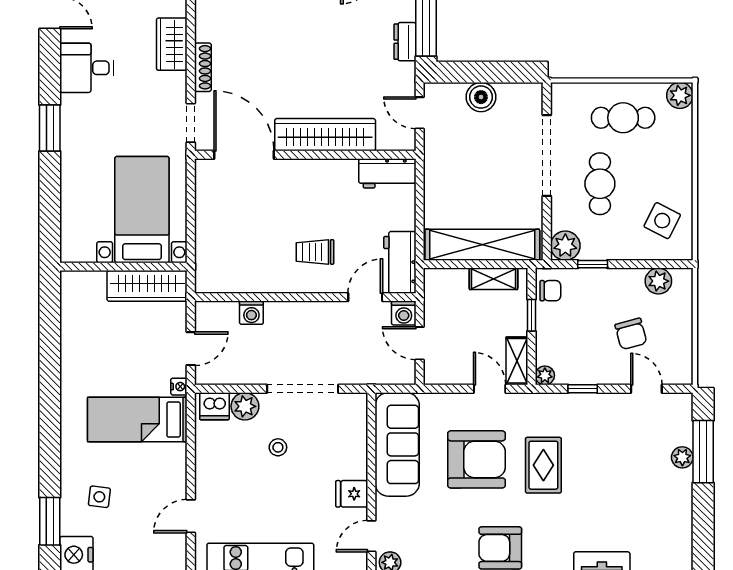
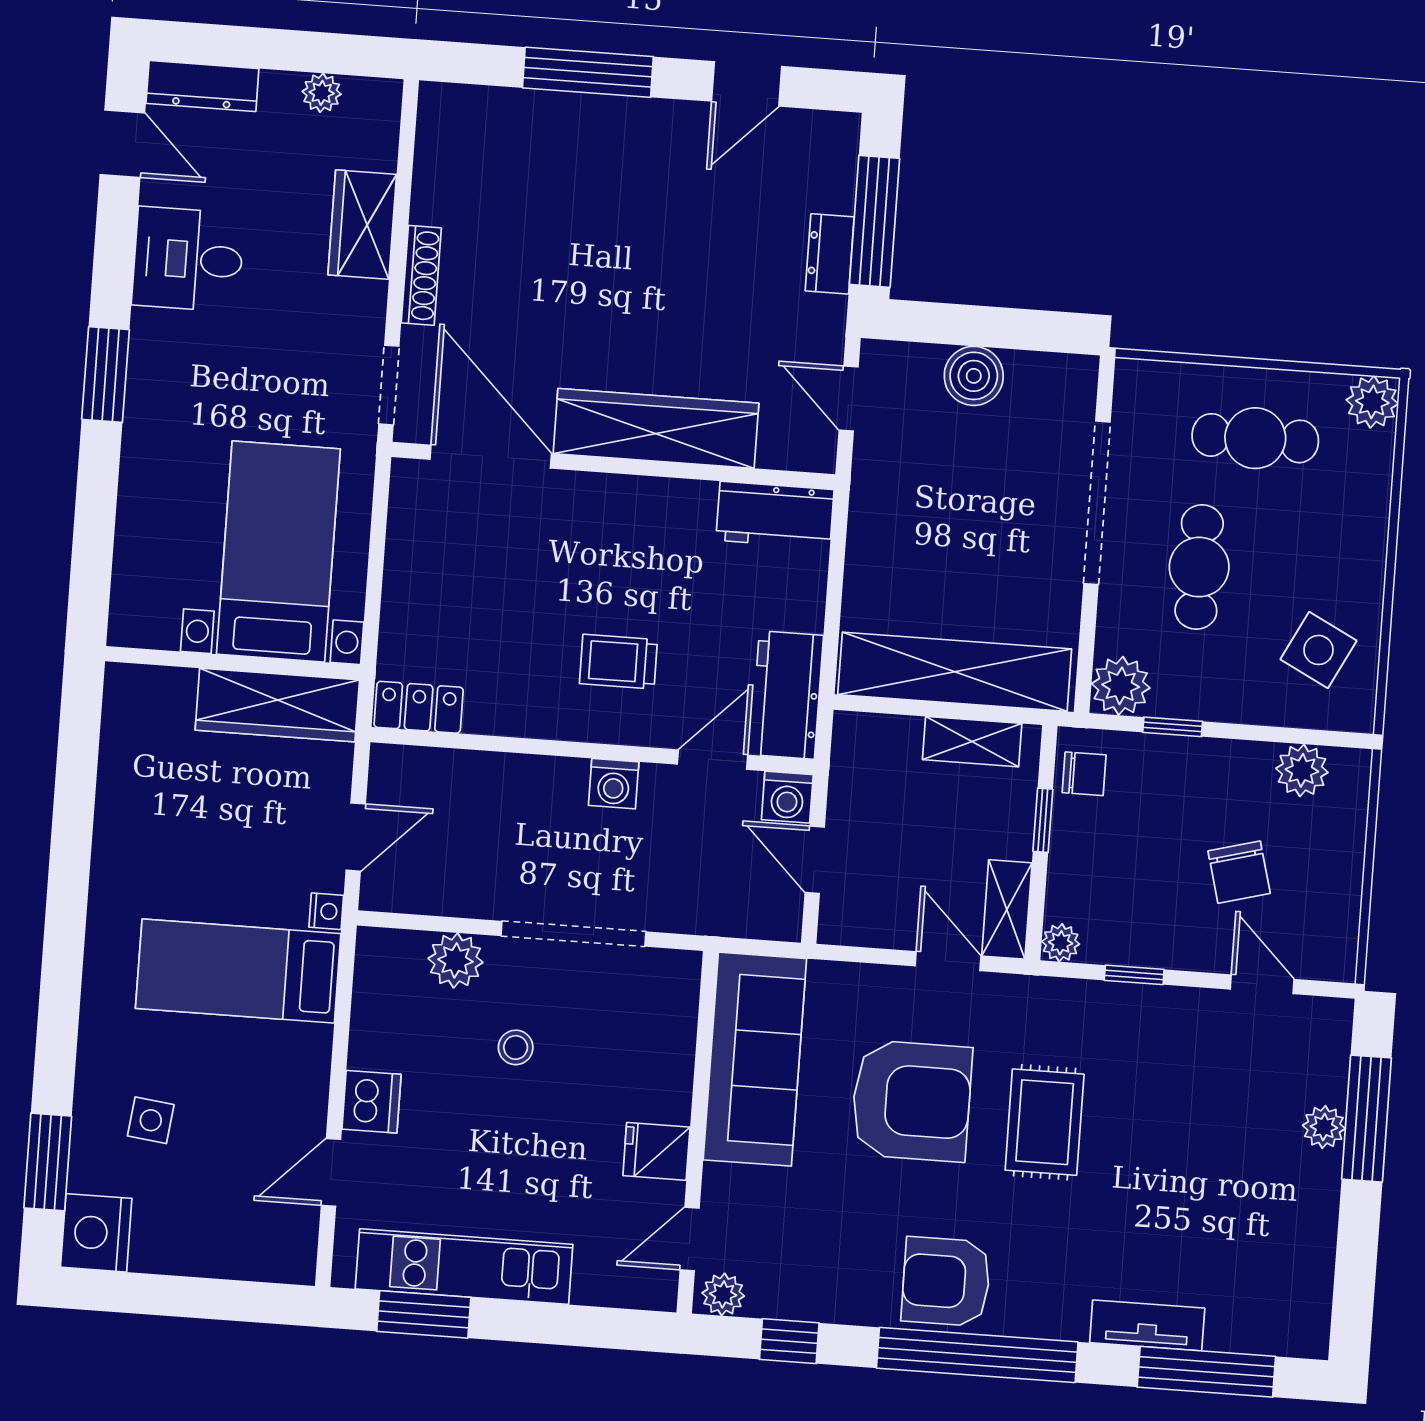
locker: (217, 282) -> (419, 707), added
washing machine: (251, 313) -> (614, 784), moved
dishwasher: (214, 406) -> (372, 1102), moved, turned -90

